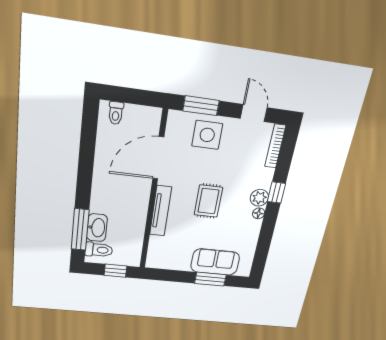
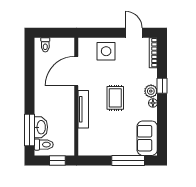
window: (201, 106) -> (99, 33), removed
sofa: (215, 262) -> (147, 138), moved, turned -90
window: (210, 279) -> (128, 160), width x1.44

